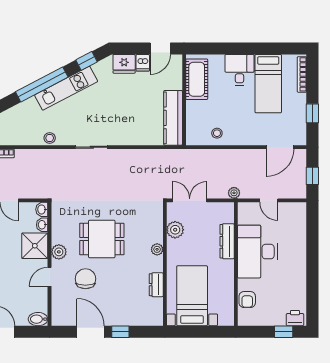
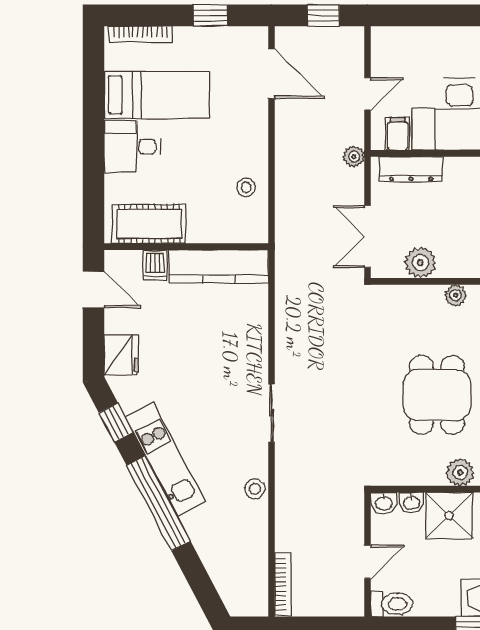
dishwasher: (143, 63) -> (155, 265), moved, turned 90
filing cabinet: (247, 217) -> (398, 134), added
dresser: (227, 241) -> (411, 169), moved

